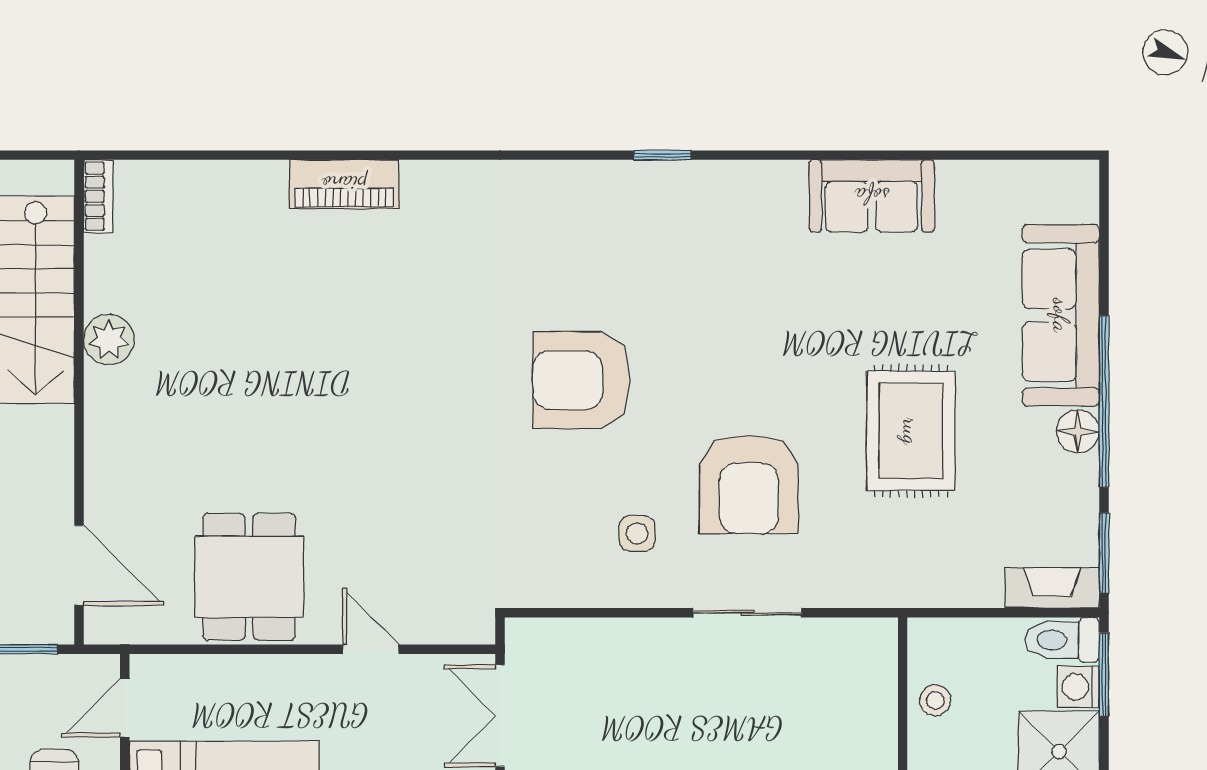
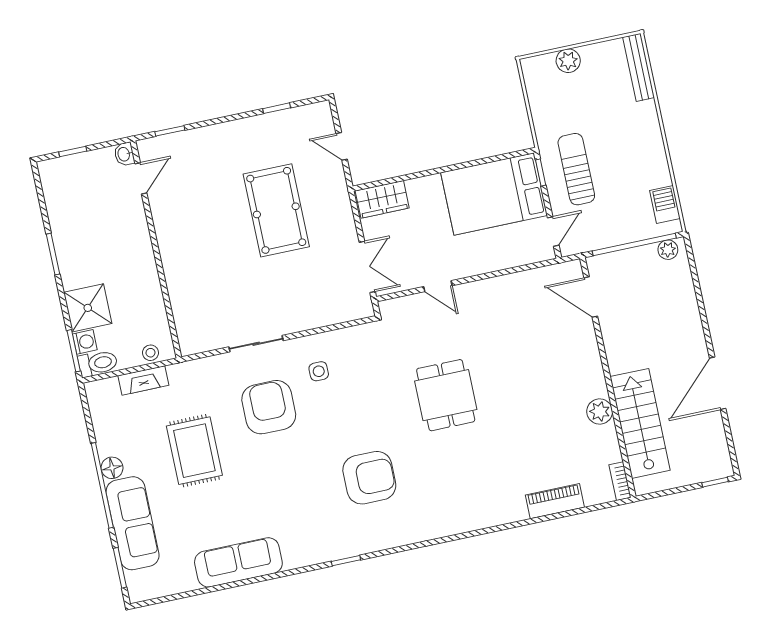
piano: (344, 184) -> (555, 501), moved
sofa: (872, 196) -> (238, 562), width x1.36
armchair: (581, 380) -> (369, 478), moved
window: (1104, 553) -> (120, 568), moved
dining table: (249, 577) -> (446, 395), moved
fireplace: (1052, 588) -> (143, 380), moved
stool: (935, 700) -> (150, 353), moved

